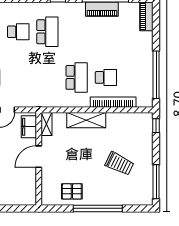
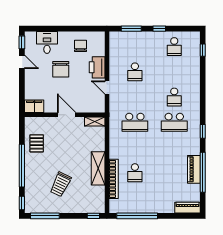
school desk: (77, 77) -> (135, 122), moved
shelving: (86, 120) -> (98, 168), moved
filing cabinet: (29, 127) -> (34, 106), moved
window: (141, 208) -> (22, 203), added

